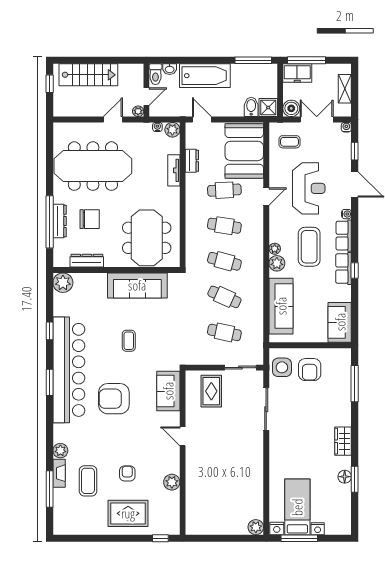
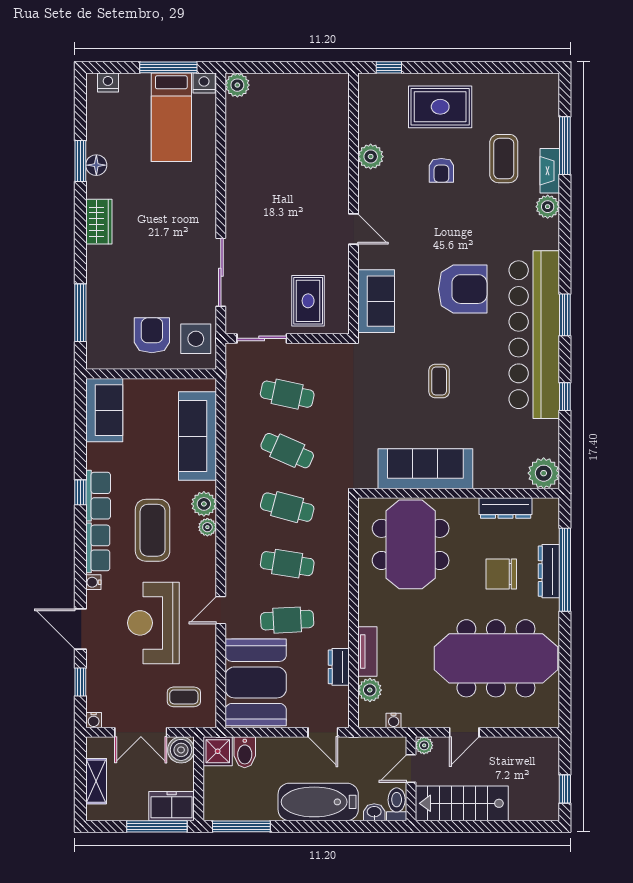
stairs: (88, 75) -> (462, 803), moved
plant: (172, 130) -> (370, 690), moved
nightstand: (318, 529) -> (108, 82), moved

